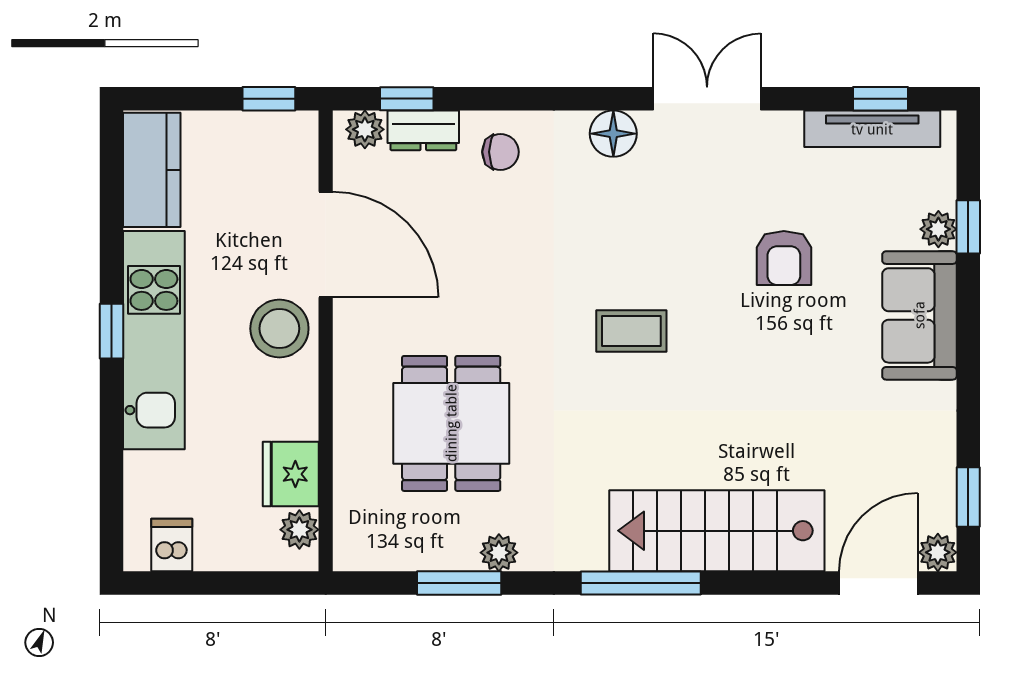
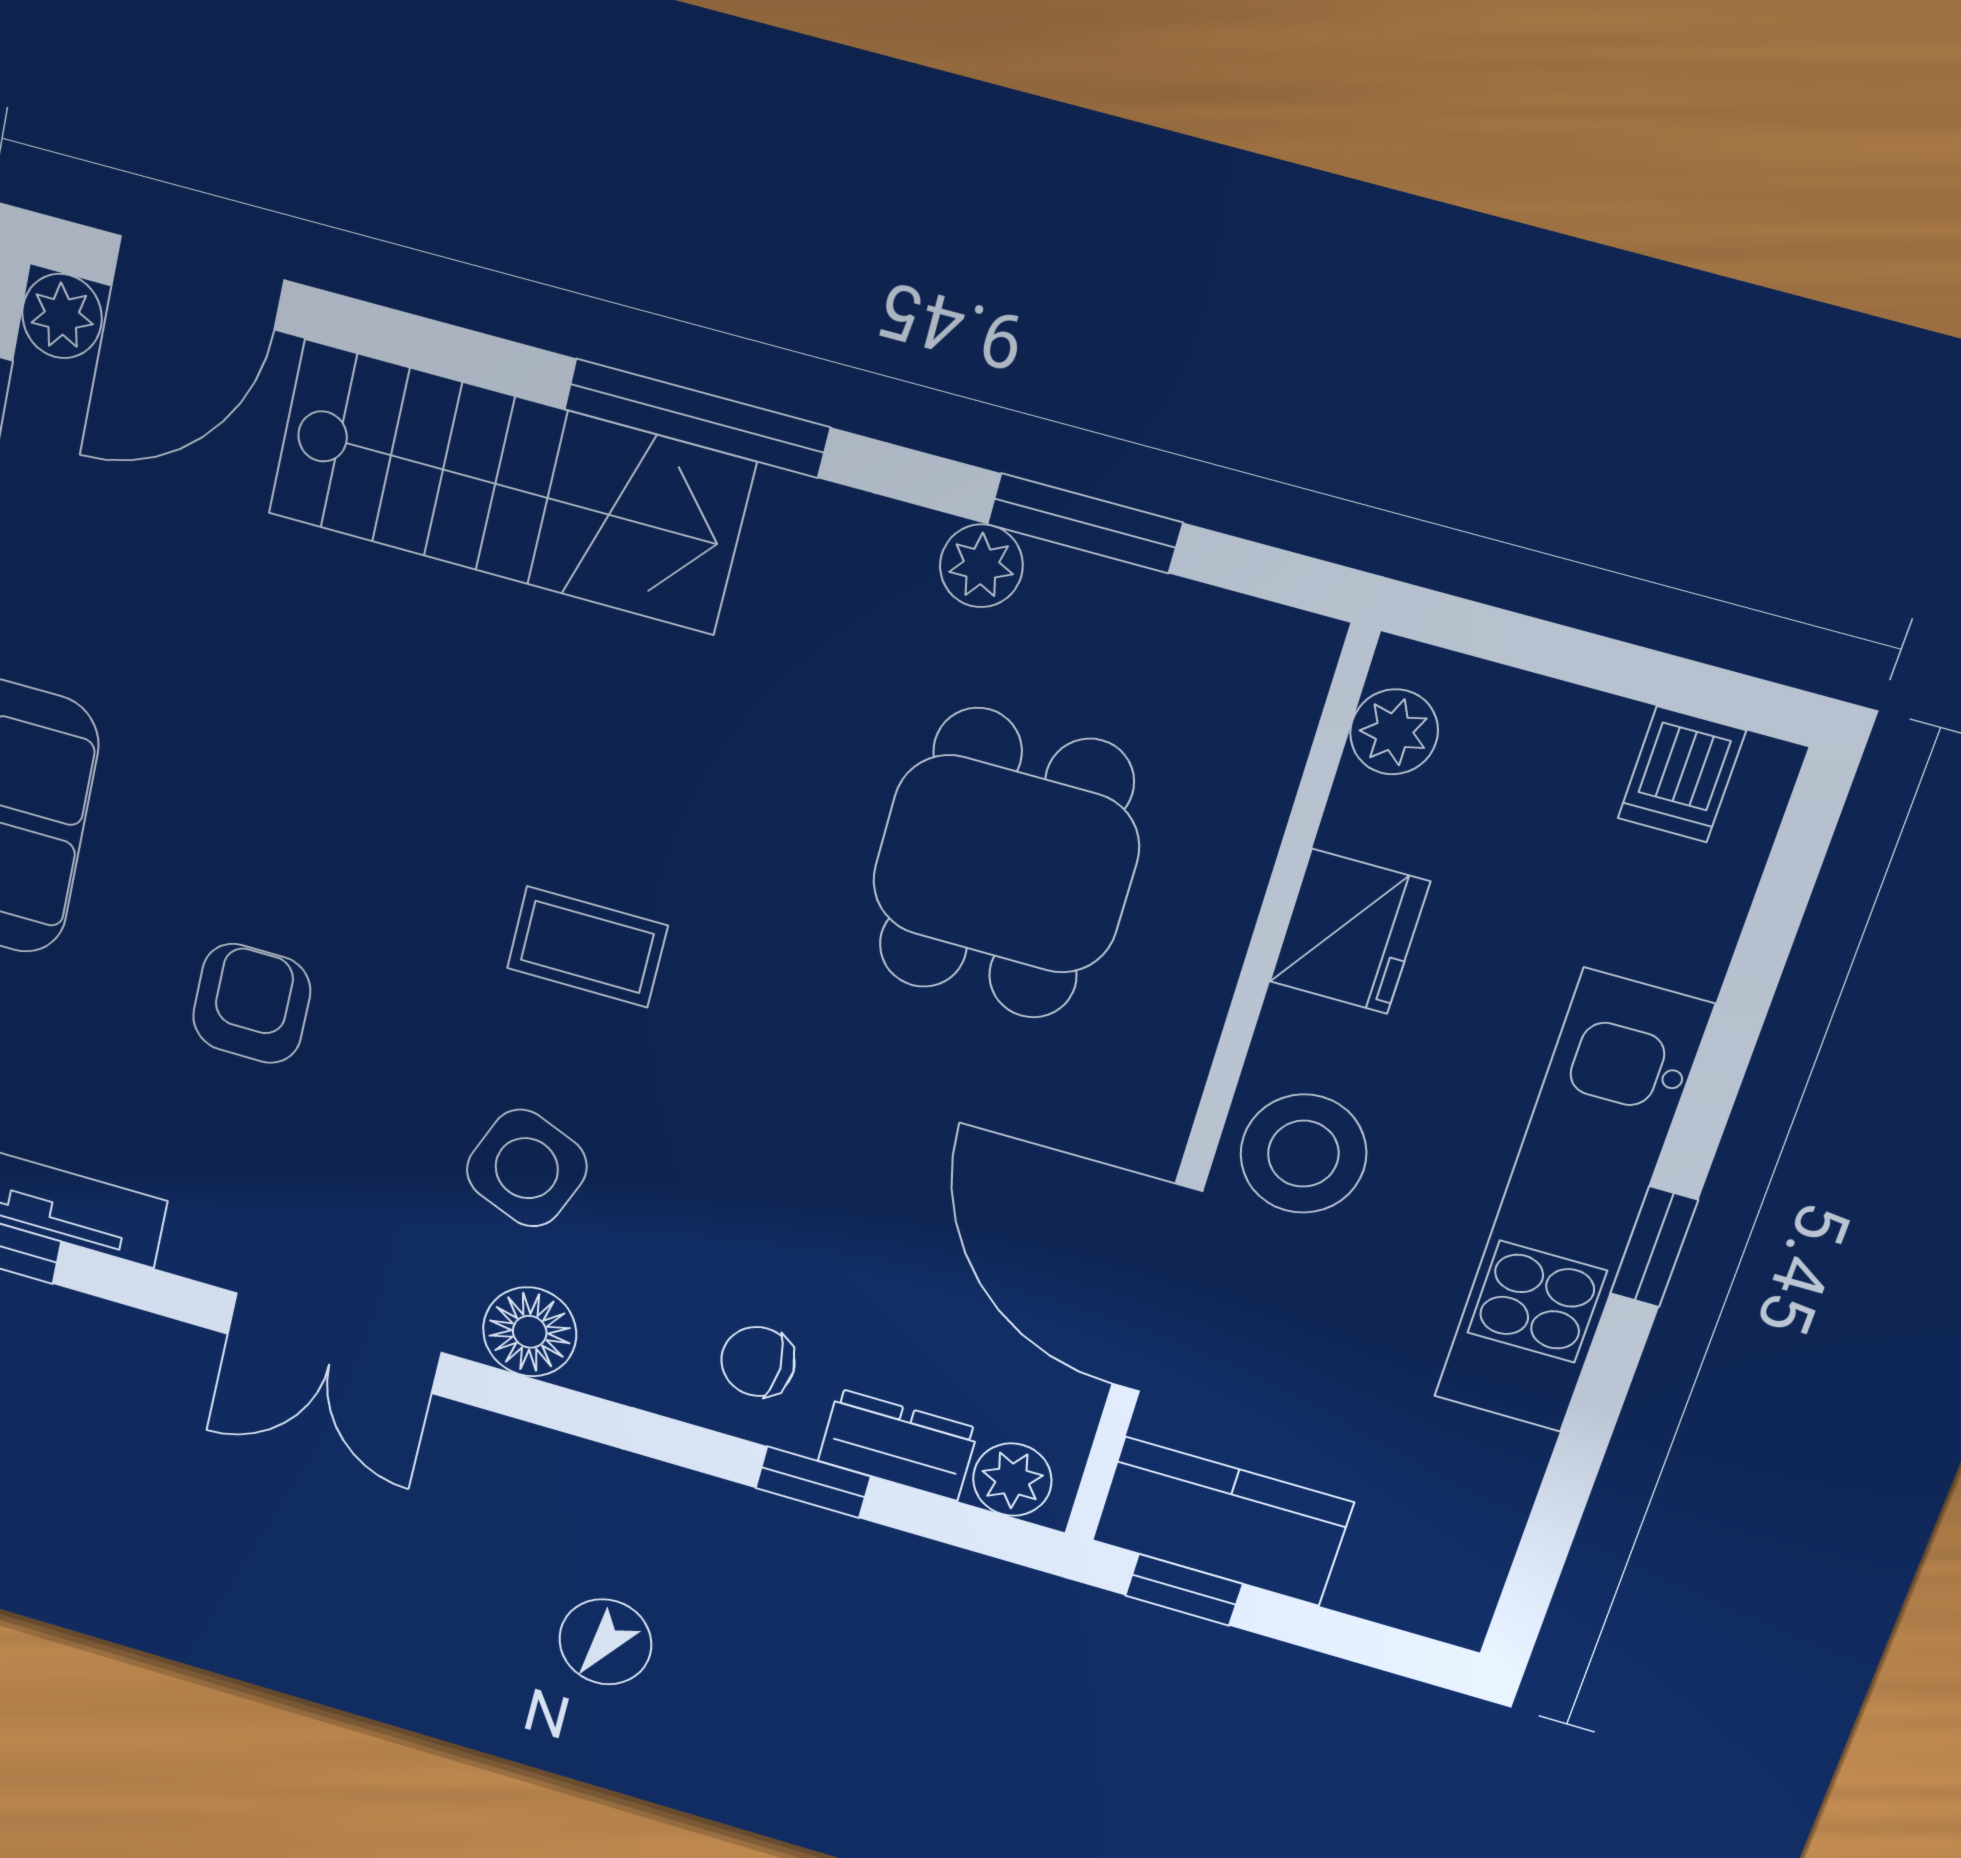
window: (407, 99) -> (813, 1482), moved
kitchen counter: (152, 170) -> (1222, 1521), moved, turned 90
side table: (634, 215) -> (527, 1168), added
fridge: (291, 474) -> (1350, 932), moved

